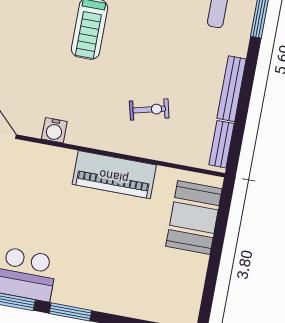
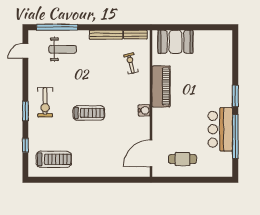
exercise bike: (149, 110) -> (131, 63), moved
water cooler: (54, 130) -> (144, 110), moved

